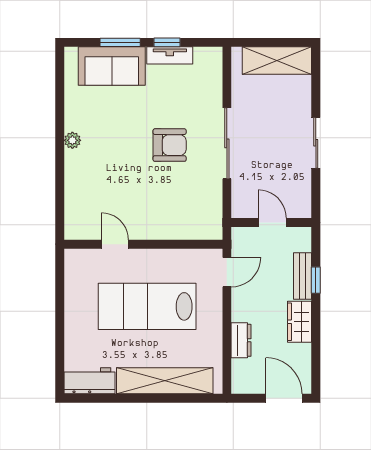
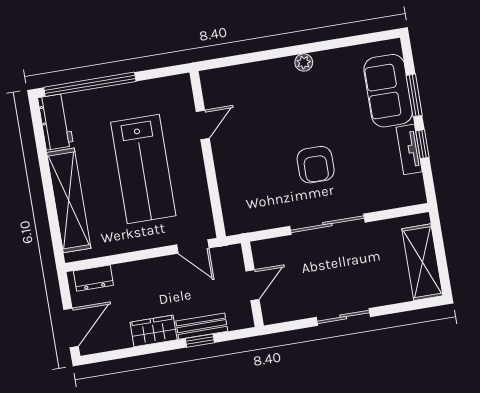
lab bench: (147, 306) -> (143, 169), turned 180
dresser: (241, 340) -> (93, 278), moved
window: (60, 343) -> (90, 84), added

